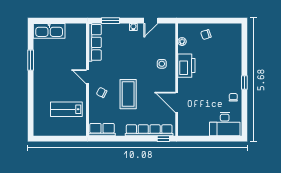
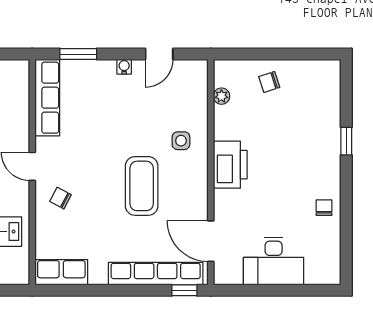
printer: (186, 66) -> (230, 165), moved
window: (244, 83) -> (346, 141), moved
coffee table: (128, 94) -> (142, 186), moved
door: (177, 102) -> (211, 241), moved
desk: (225, 124) -> (274, 261), moved

